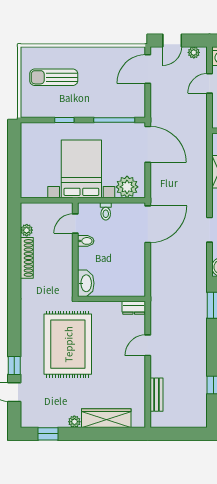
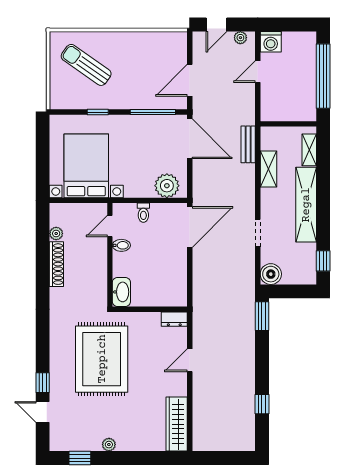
door: (148, 69) -> (190, 80), moved
sun lounger: (54, 77) -> (86, 65), turned 35
bed with nightstands: (81, 169) -> (86, 166), moved
bench: (156, 395) -> (248, 144), moved
wardrobe: (106, 418) -> (177, 424), moved, turned -90

